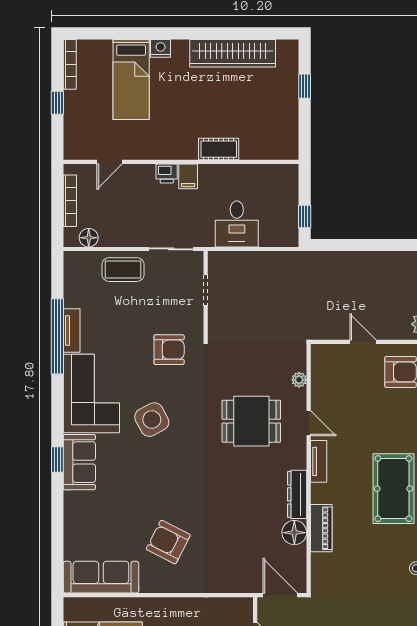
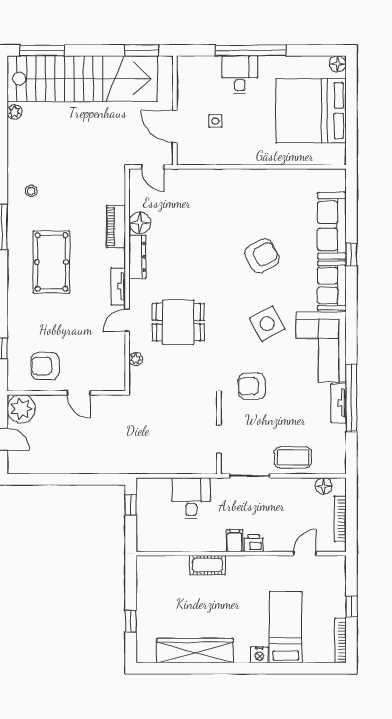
door: (309, 423) -> (127, 320), hinge flipped
window: (57, 459) -> (351, 255), moved
armchair: (168, 542) -> (262, 256), moved, turned -54
sofa: (101, 577) -> (332, 226), moved, turned 90
door: (280, 595) -> (152, 167), width x0.73

